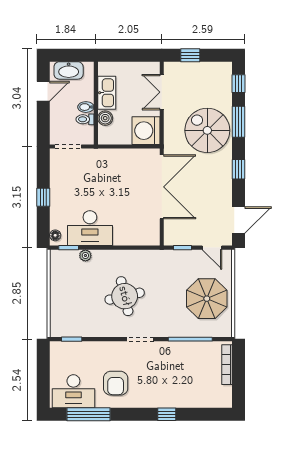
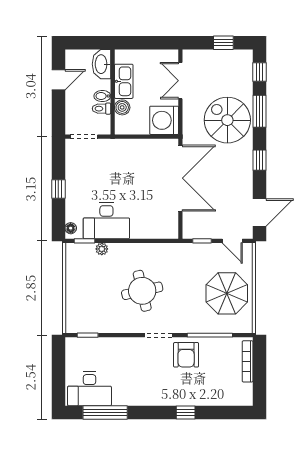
window: (190, 55) -> (223, 43), moved
washbasin: (69, 70) -> (102, 64), moved, turned 90
armchair: (116, 383) -> (186, 355), moved

